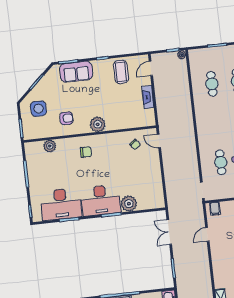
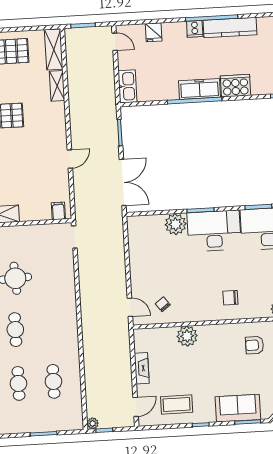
coffee table: (121, 72) -> (177, 405), turned 90
plant: (98, 124) -> (187, 336), moved
cafe table: (221, 162) -> (47, 274), removed
double door: (169, 232) -> (123, 182), width x1.37
door: (207, 234) -> (70, 159), moved

